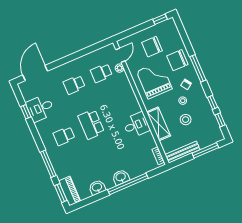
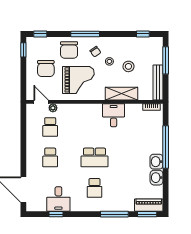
grand piano: (154, 80) -> (78, 80), turned 180
window: (213, 102) -> (40, 34), moved
washbasin: (121, 177) -> (156, 162), moved

